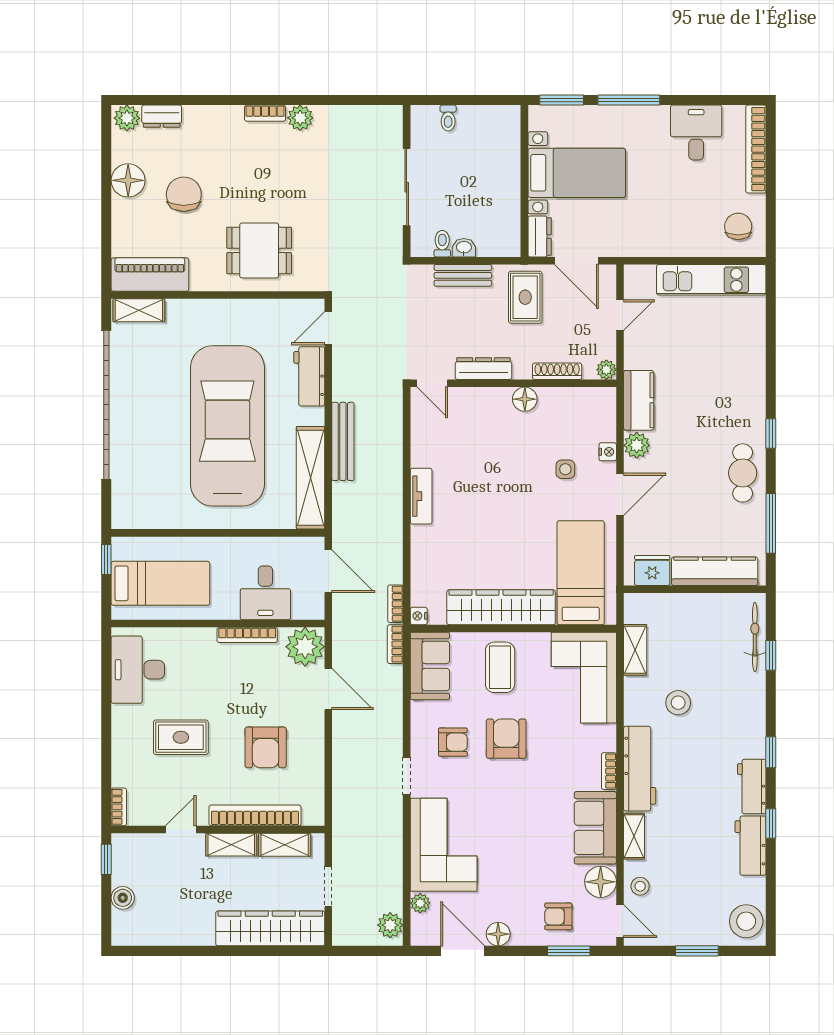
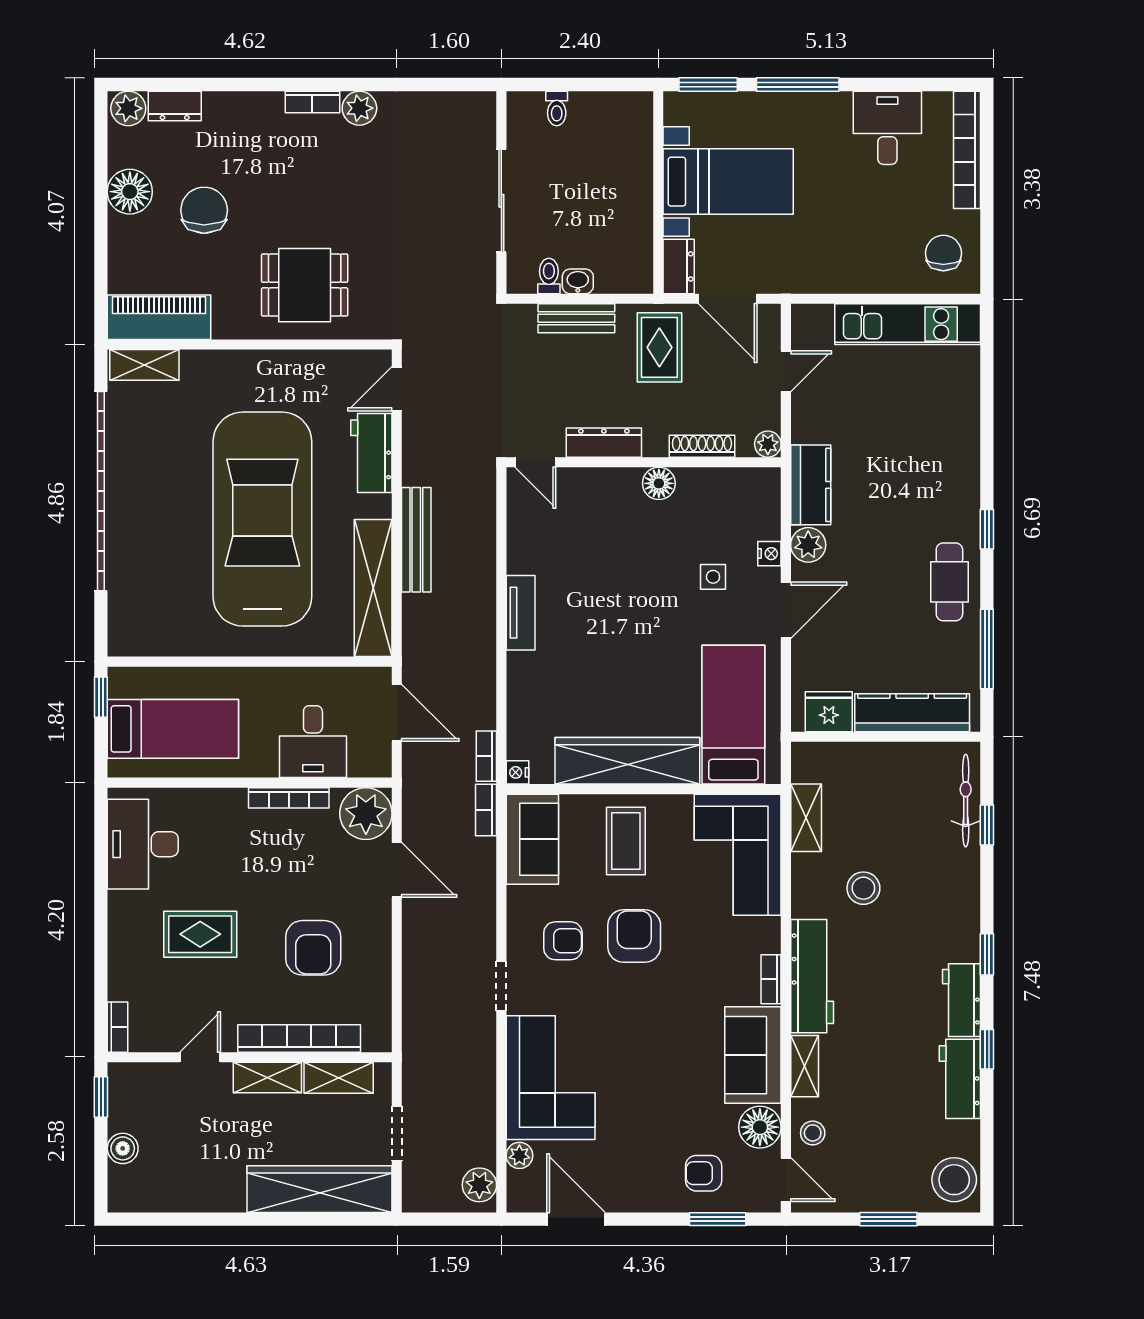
floor lamp: (498, 934) -> (623, 1197), removed

